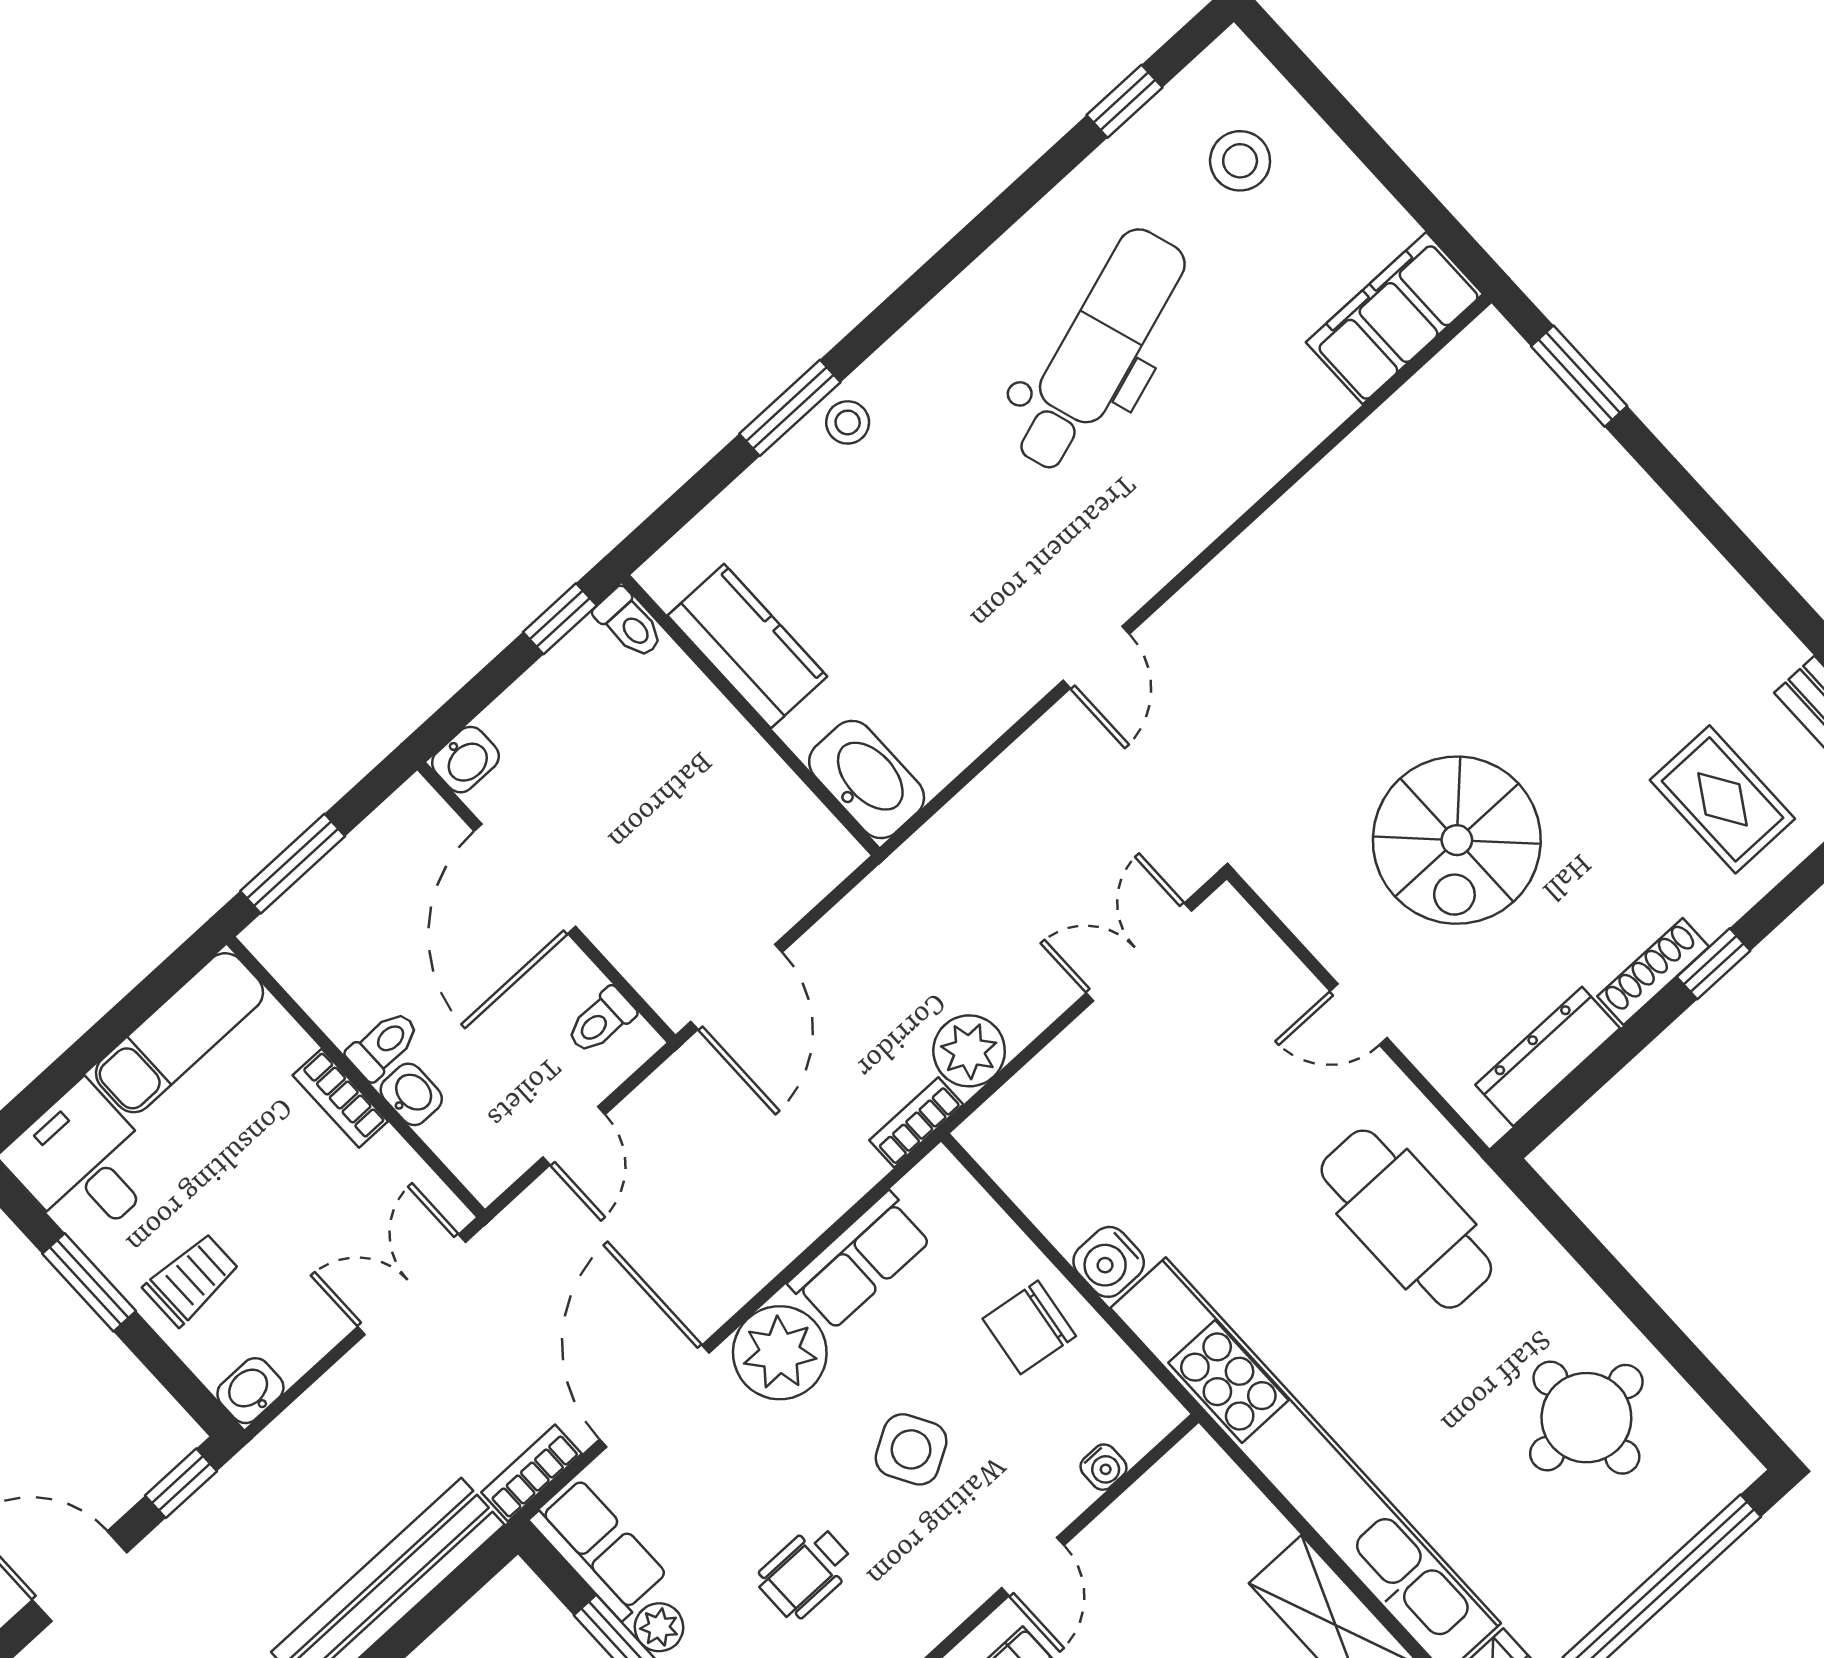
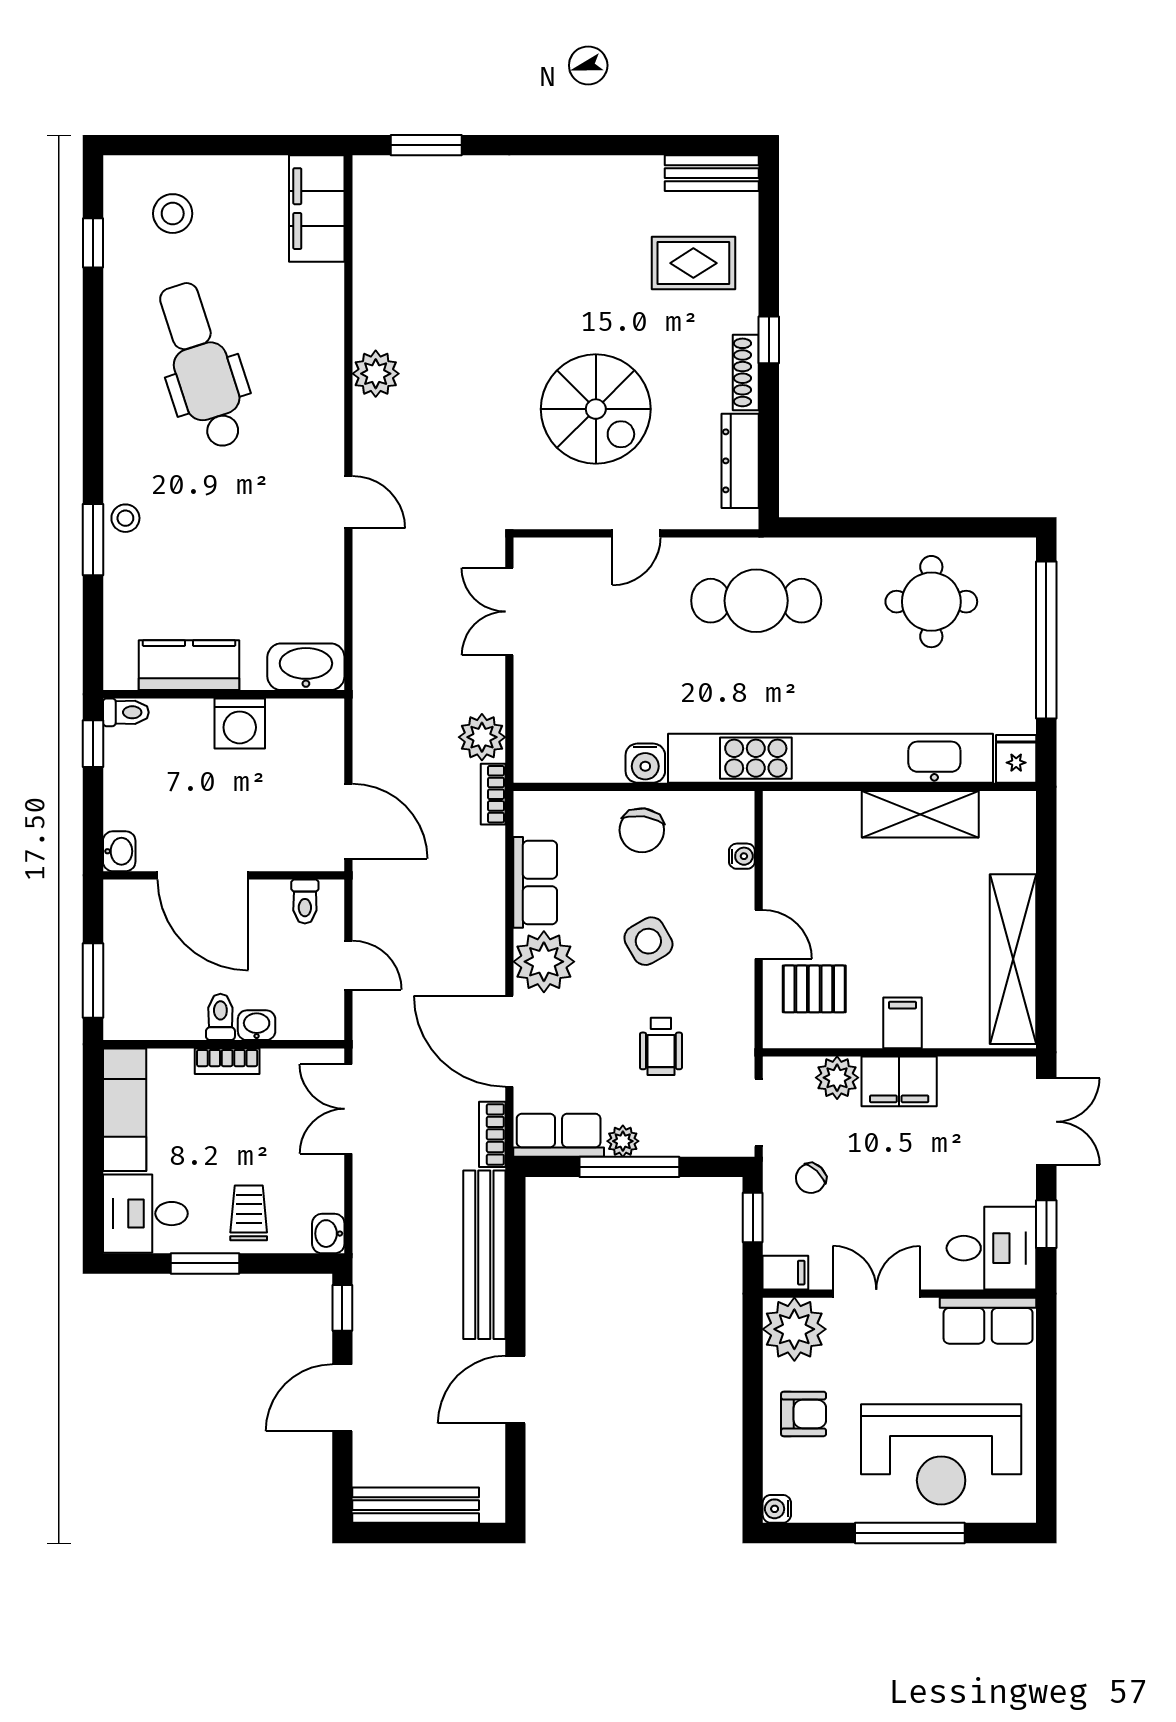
plant: (1269, 555) -> (376, 374), added
washing machine: (734, 763) -> (240, 723), added

